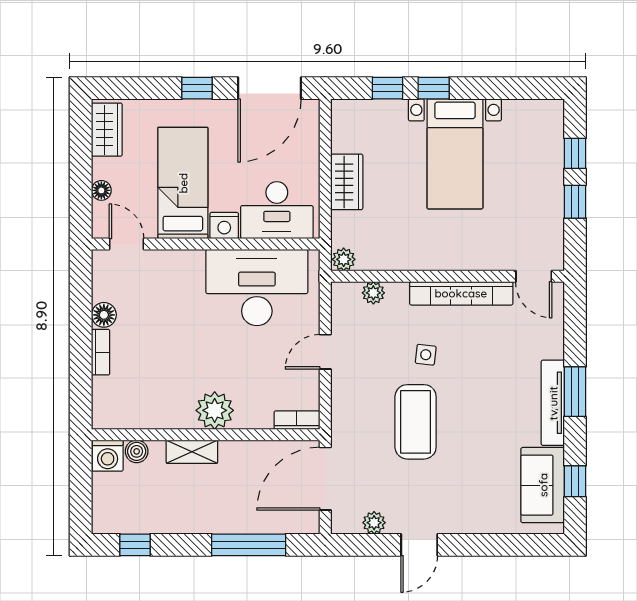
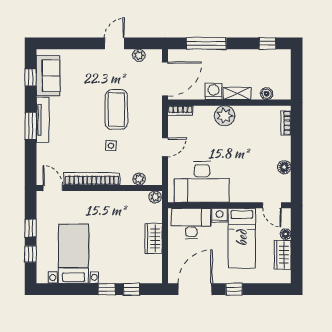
wardrobe: (107, 130) -> (283, 255), moved
bed with nightstands: (455, 154) -> (73, 254), moved
bookcase: (101, 352) -> (286, 123), moved
washing machine: (108, 456) -> (213, 91), moved

